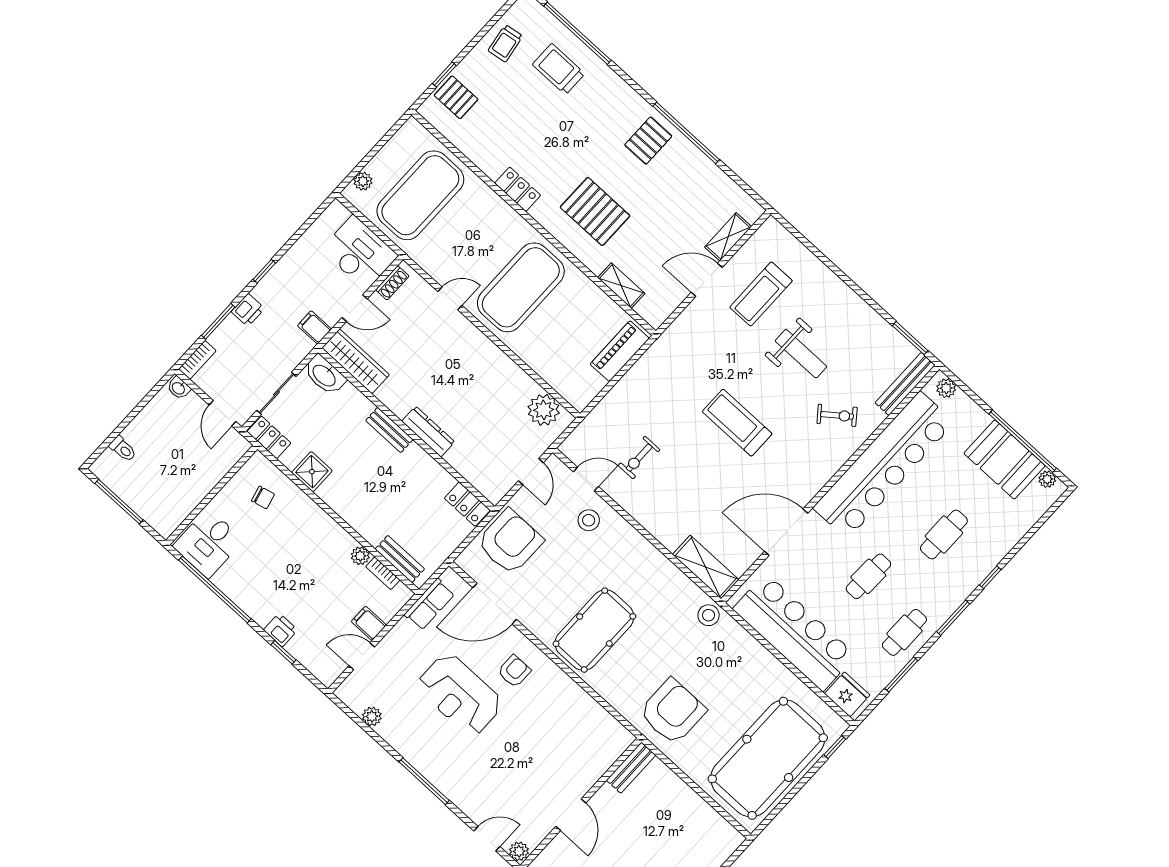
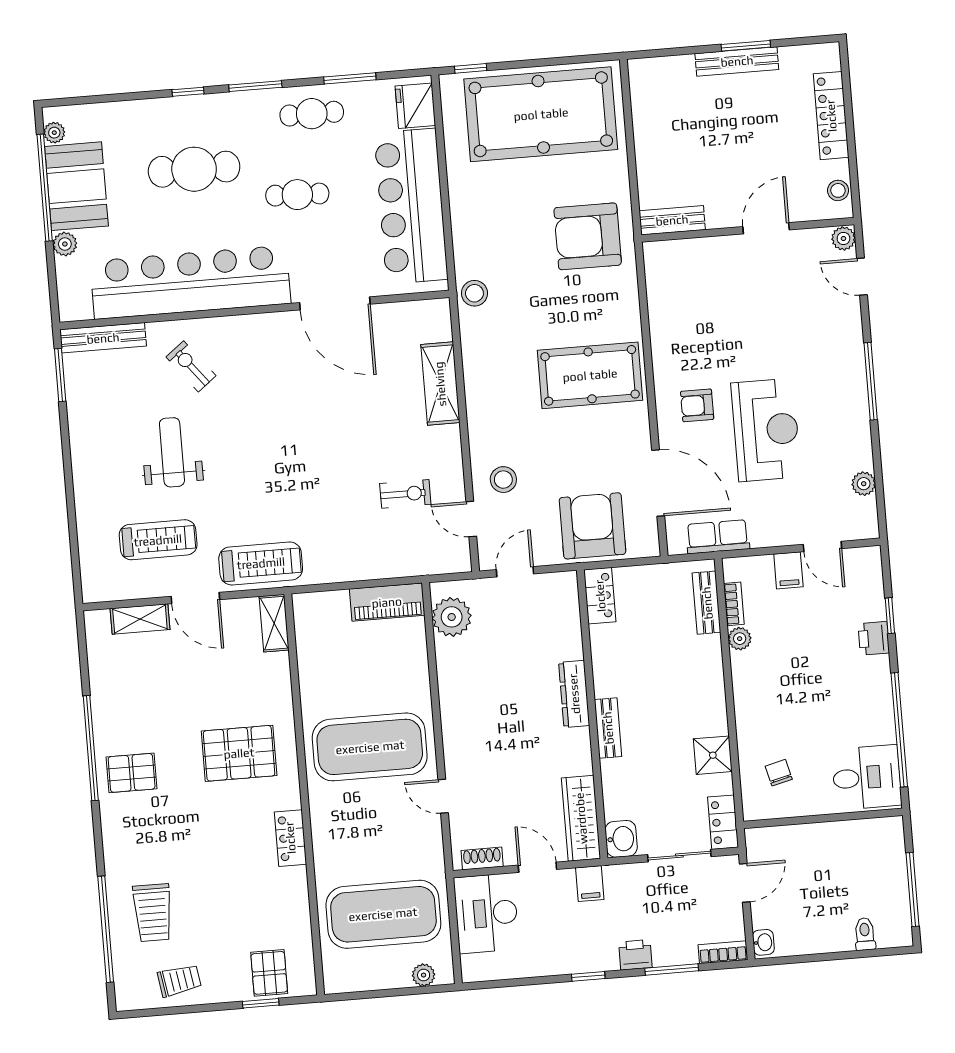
pallet: (595, 212) -> (239, 753), turned 90
shelving: (621, 286) -> (274, 623), moved
piano: (620, 351) -> (387, 602), moved
washbasin: (325, 375) -> (621, 839), width x0.72
plant: (946, 388) -> (65, 244), moved
treadmill: (737, 423) -> (261, 563), moved, turned -90
cafe table: (944, 534) -> (194, 169), width x1.37, depth x1.35
armchair: (510, 542) -> (593, 526), turned 90
shelving: (706, 567) -> (440, 384), moved

